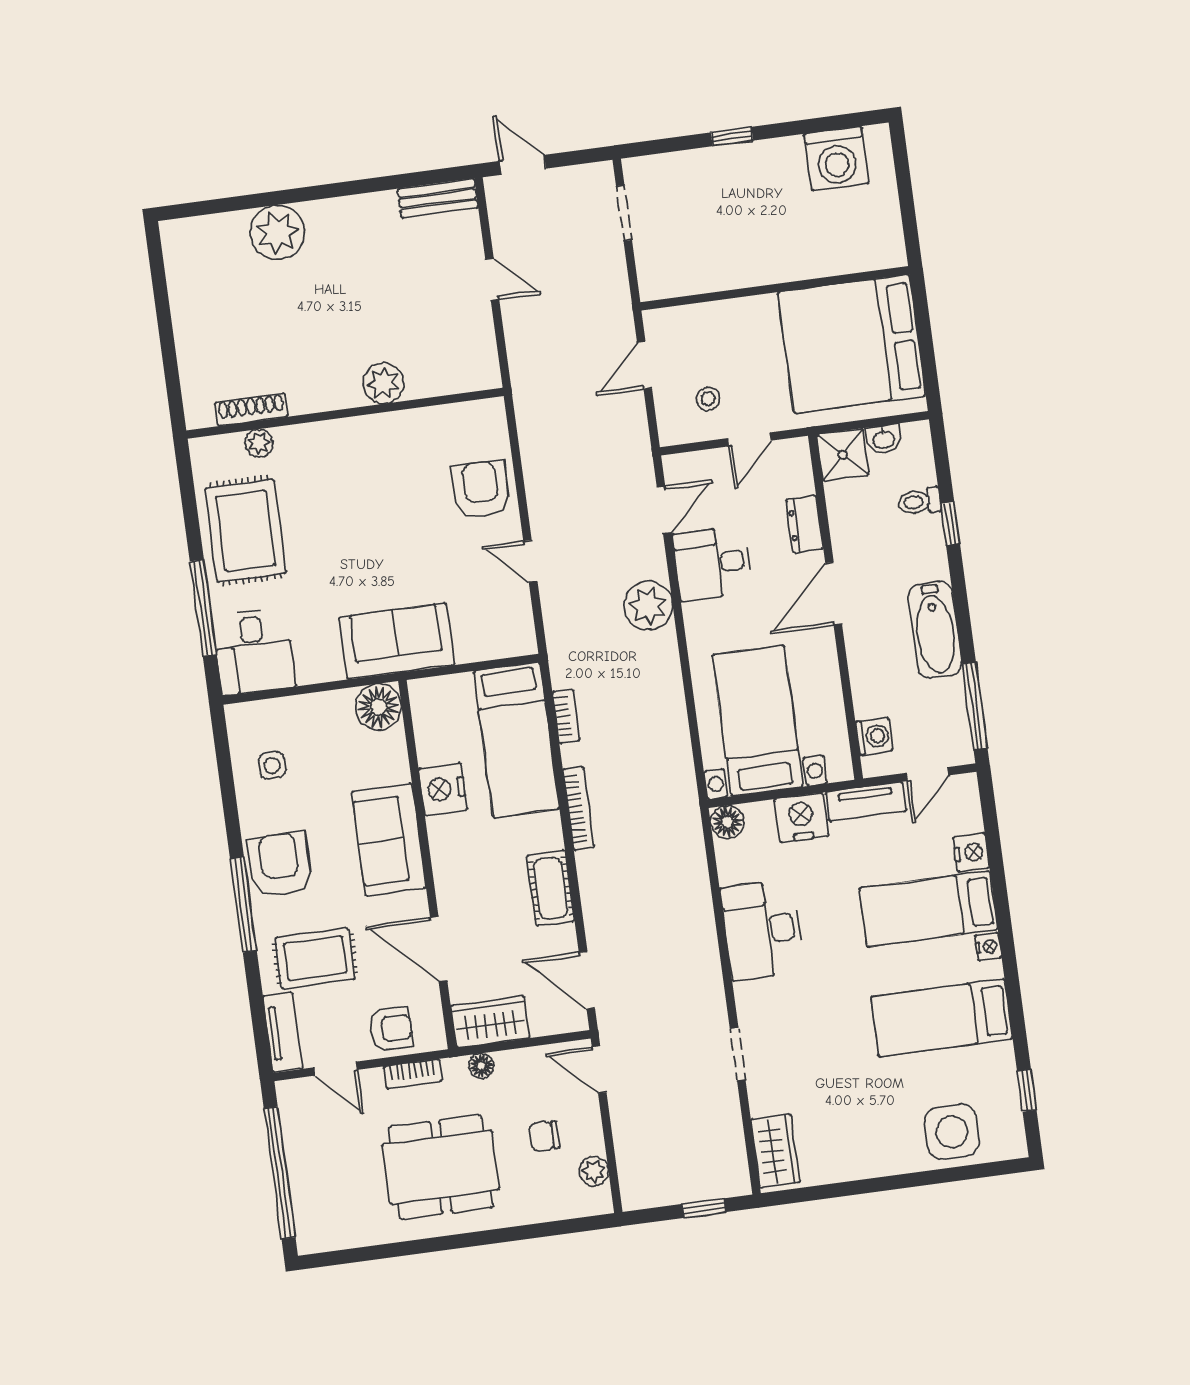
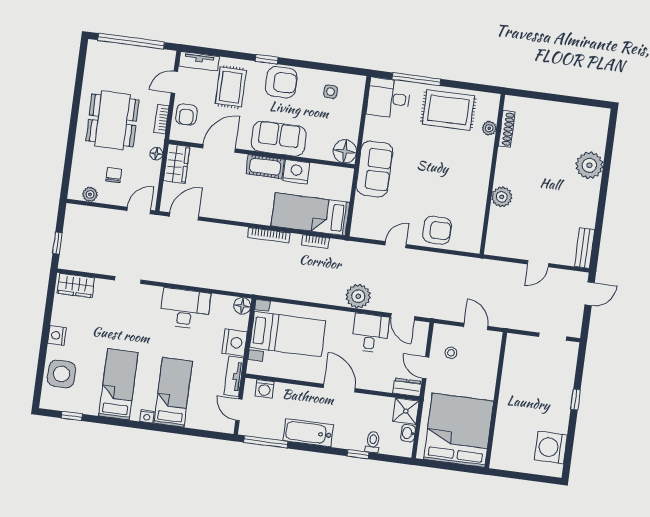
dresser: (805, 524) -> (407, 387), moved
nightstand: (971, 853) -> (57, 335), moved, turned 90
cot: (551, 888) -> (265, 167), moved
window: (243, 905) -> (267, 59), width x0.46

